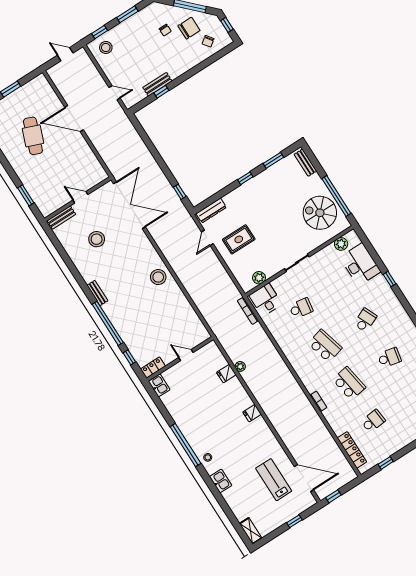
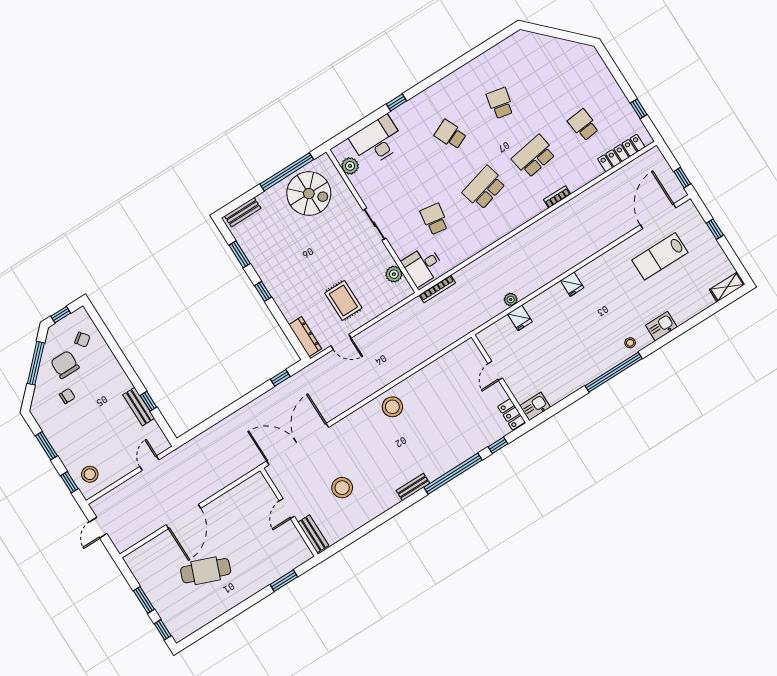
spiral stairs: (320, 213) -> (309, 194), turned -90

